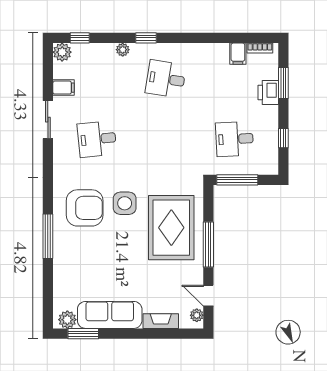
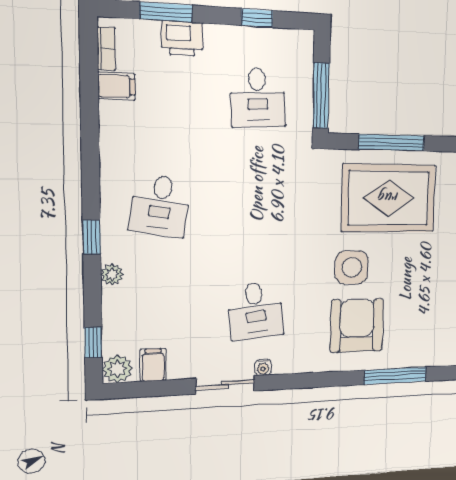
filing cabinet: (64, 88) -> (153, 365), moved
water cooler: (58, 144) -> (263, 368), added
window: (208, 245) -> (392, 143), moved

